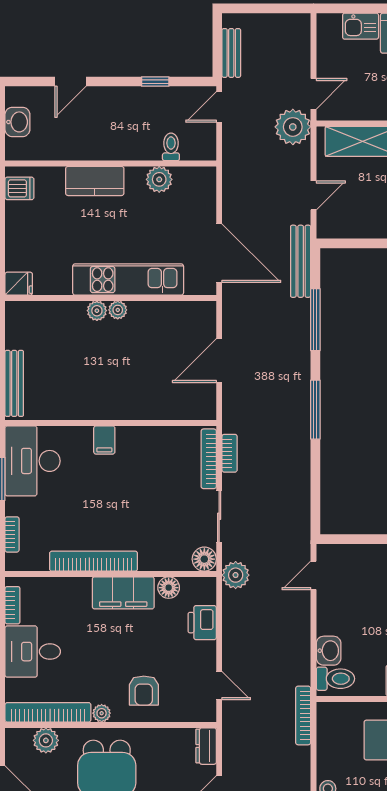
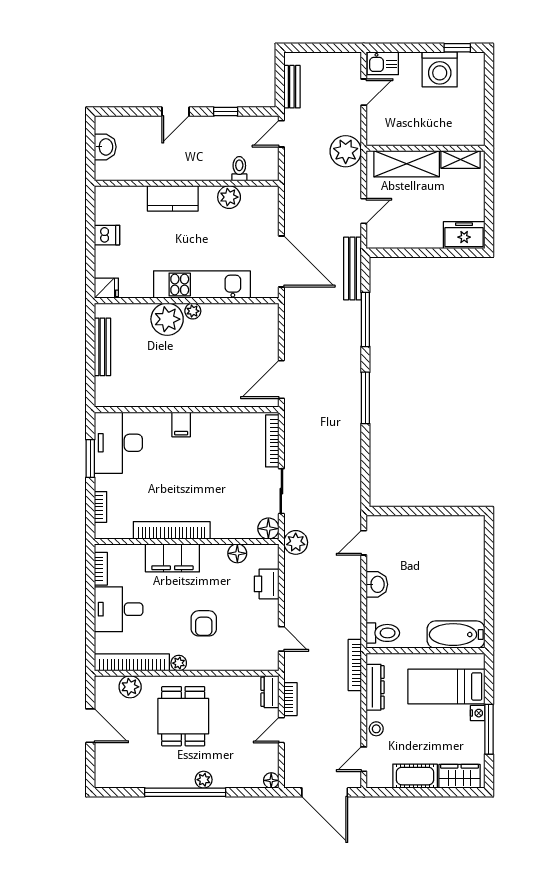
kitchen sink: (361, 26) -> (383, 63), moved
door: (71, 81) -> (176, 112), moved
door: (313, 94) -> (364, 92), moved
dishwasher: (19, 188) -> (107, 235), moved
plant: (97, 311) -> (167, 319), width x1.88, depth x1.88
door: (219, 361) -> (281, 379), moved
bench: (14, 383) -> (102, 347), moved
bookcase: (230, 453) -> (290, 699), moved
filing cabinet: (123, 593) -> (172, 558), moved
washbasin: (329, 651) -> (377, 584), moved
armchair: (144, 691) -> (204, 623), moved
dresser: (327, 741) -> (375, 687), added

